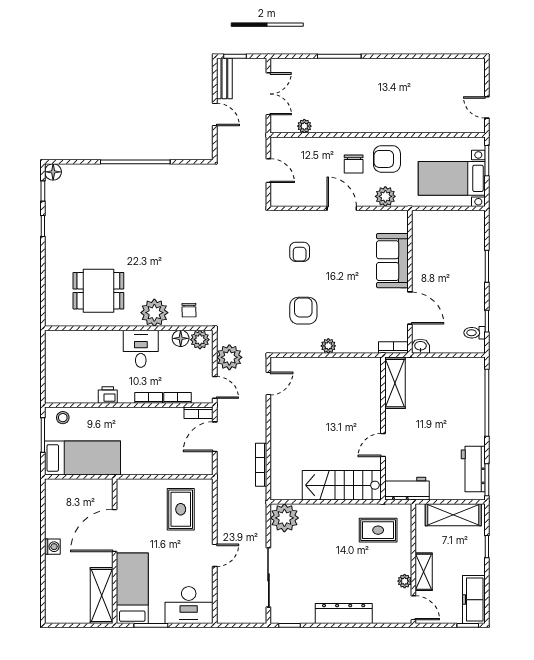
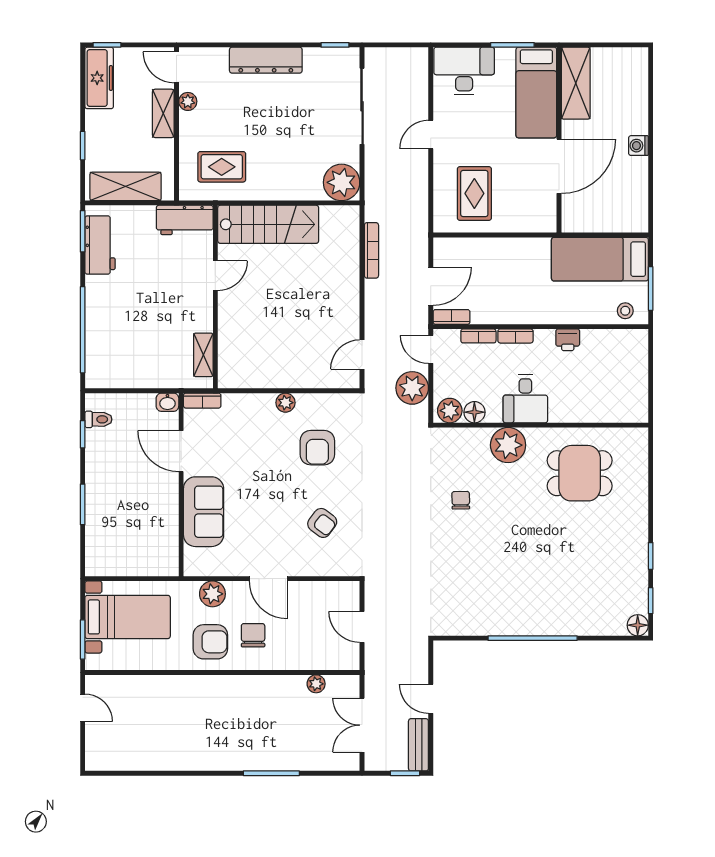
armchair: (300, 252) -> (322, 523), turned 127
chair: (189, 310) -> (461, 500), moved
shelving: (395, 383) -> (203, 355), width x0.67, depth x0.75

